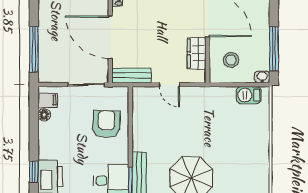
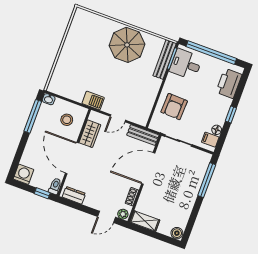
door: (110, 37) -> (148, 168), swing flipped
door: (170, 85) -> (118, 118), swing flipped
barbecue: (249, 95) -> (93, 101), moved
window: (34, 172) -> (231, 114), moved

